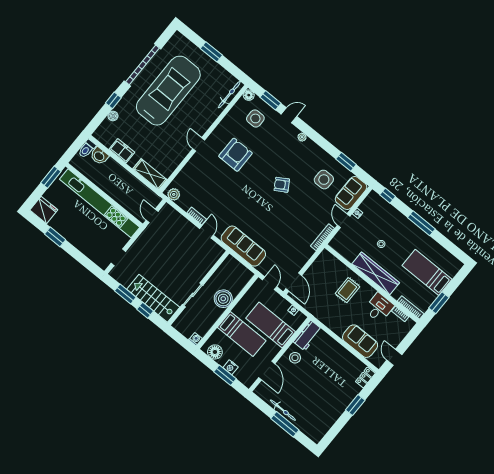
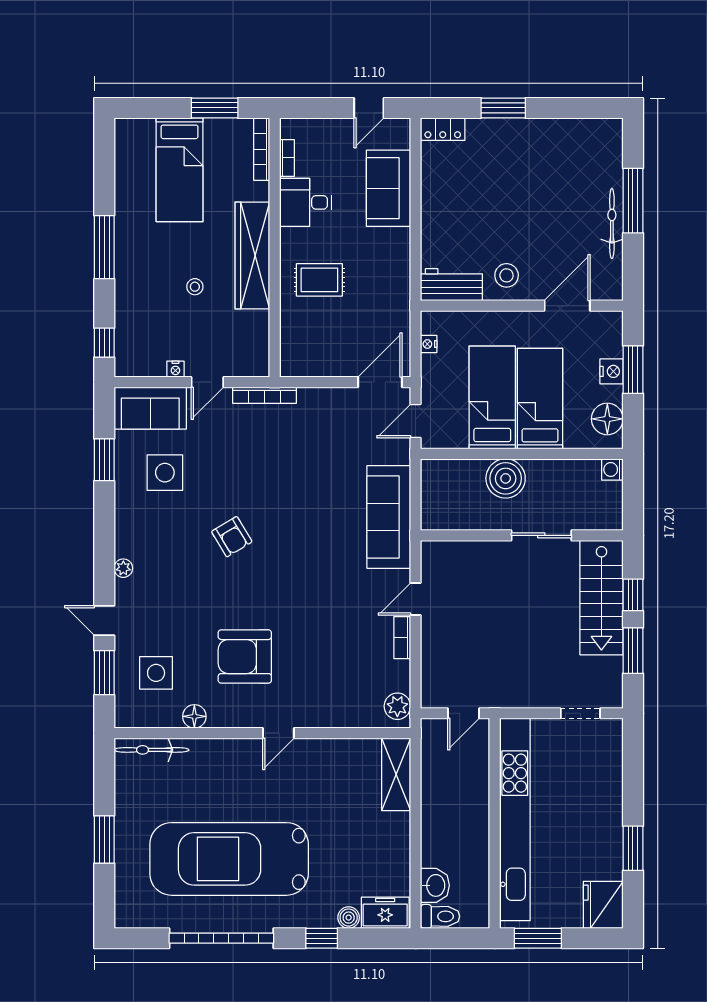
floor lamp: (249, 95) -> (194, 716), moved
freezer: (122, 151) -> (385, 913), moved, turned 90
bed: (271, 325) -> (492, 398), moved, turned 180

